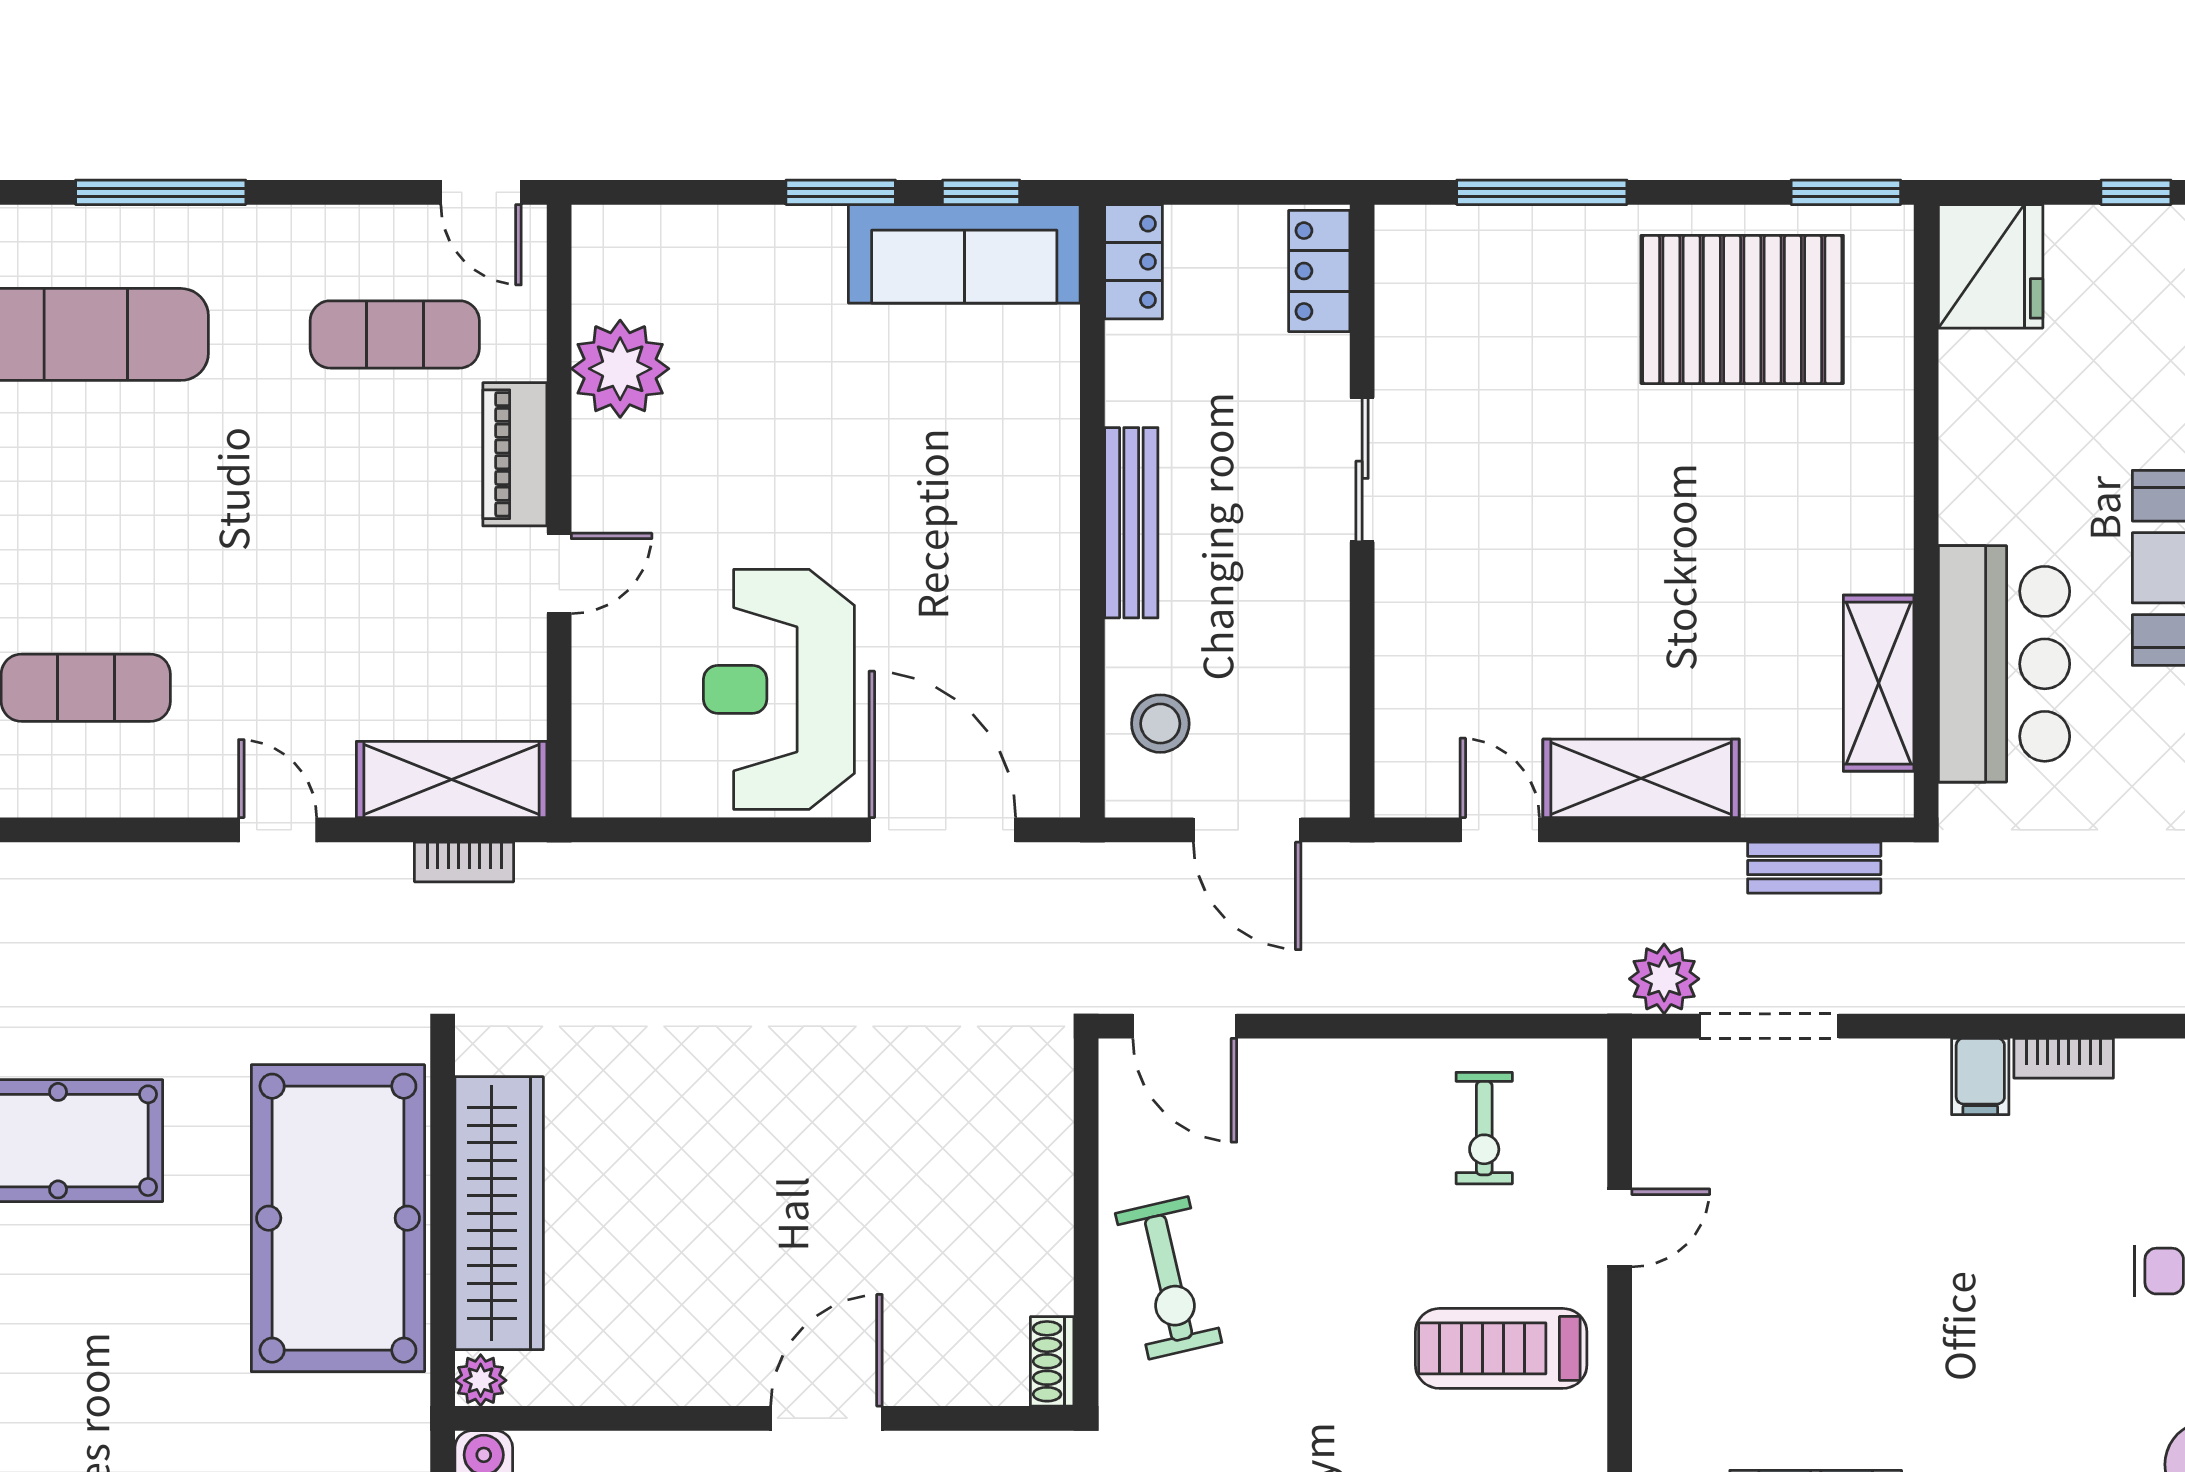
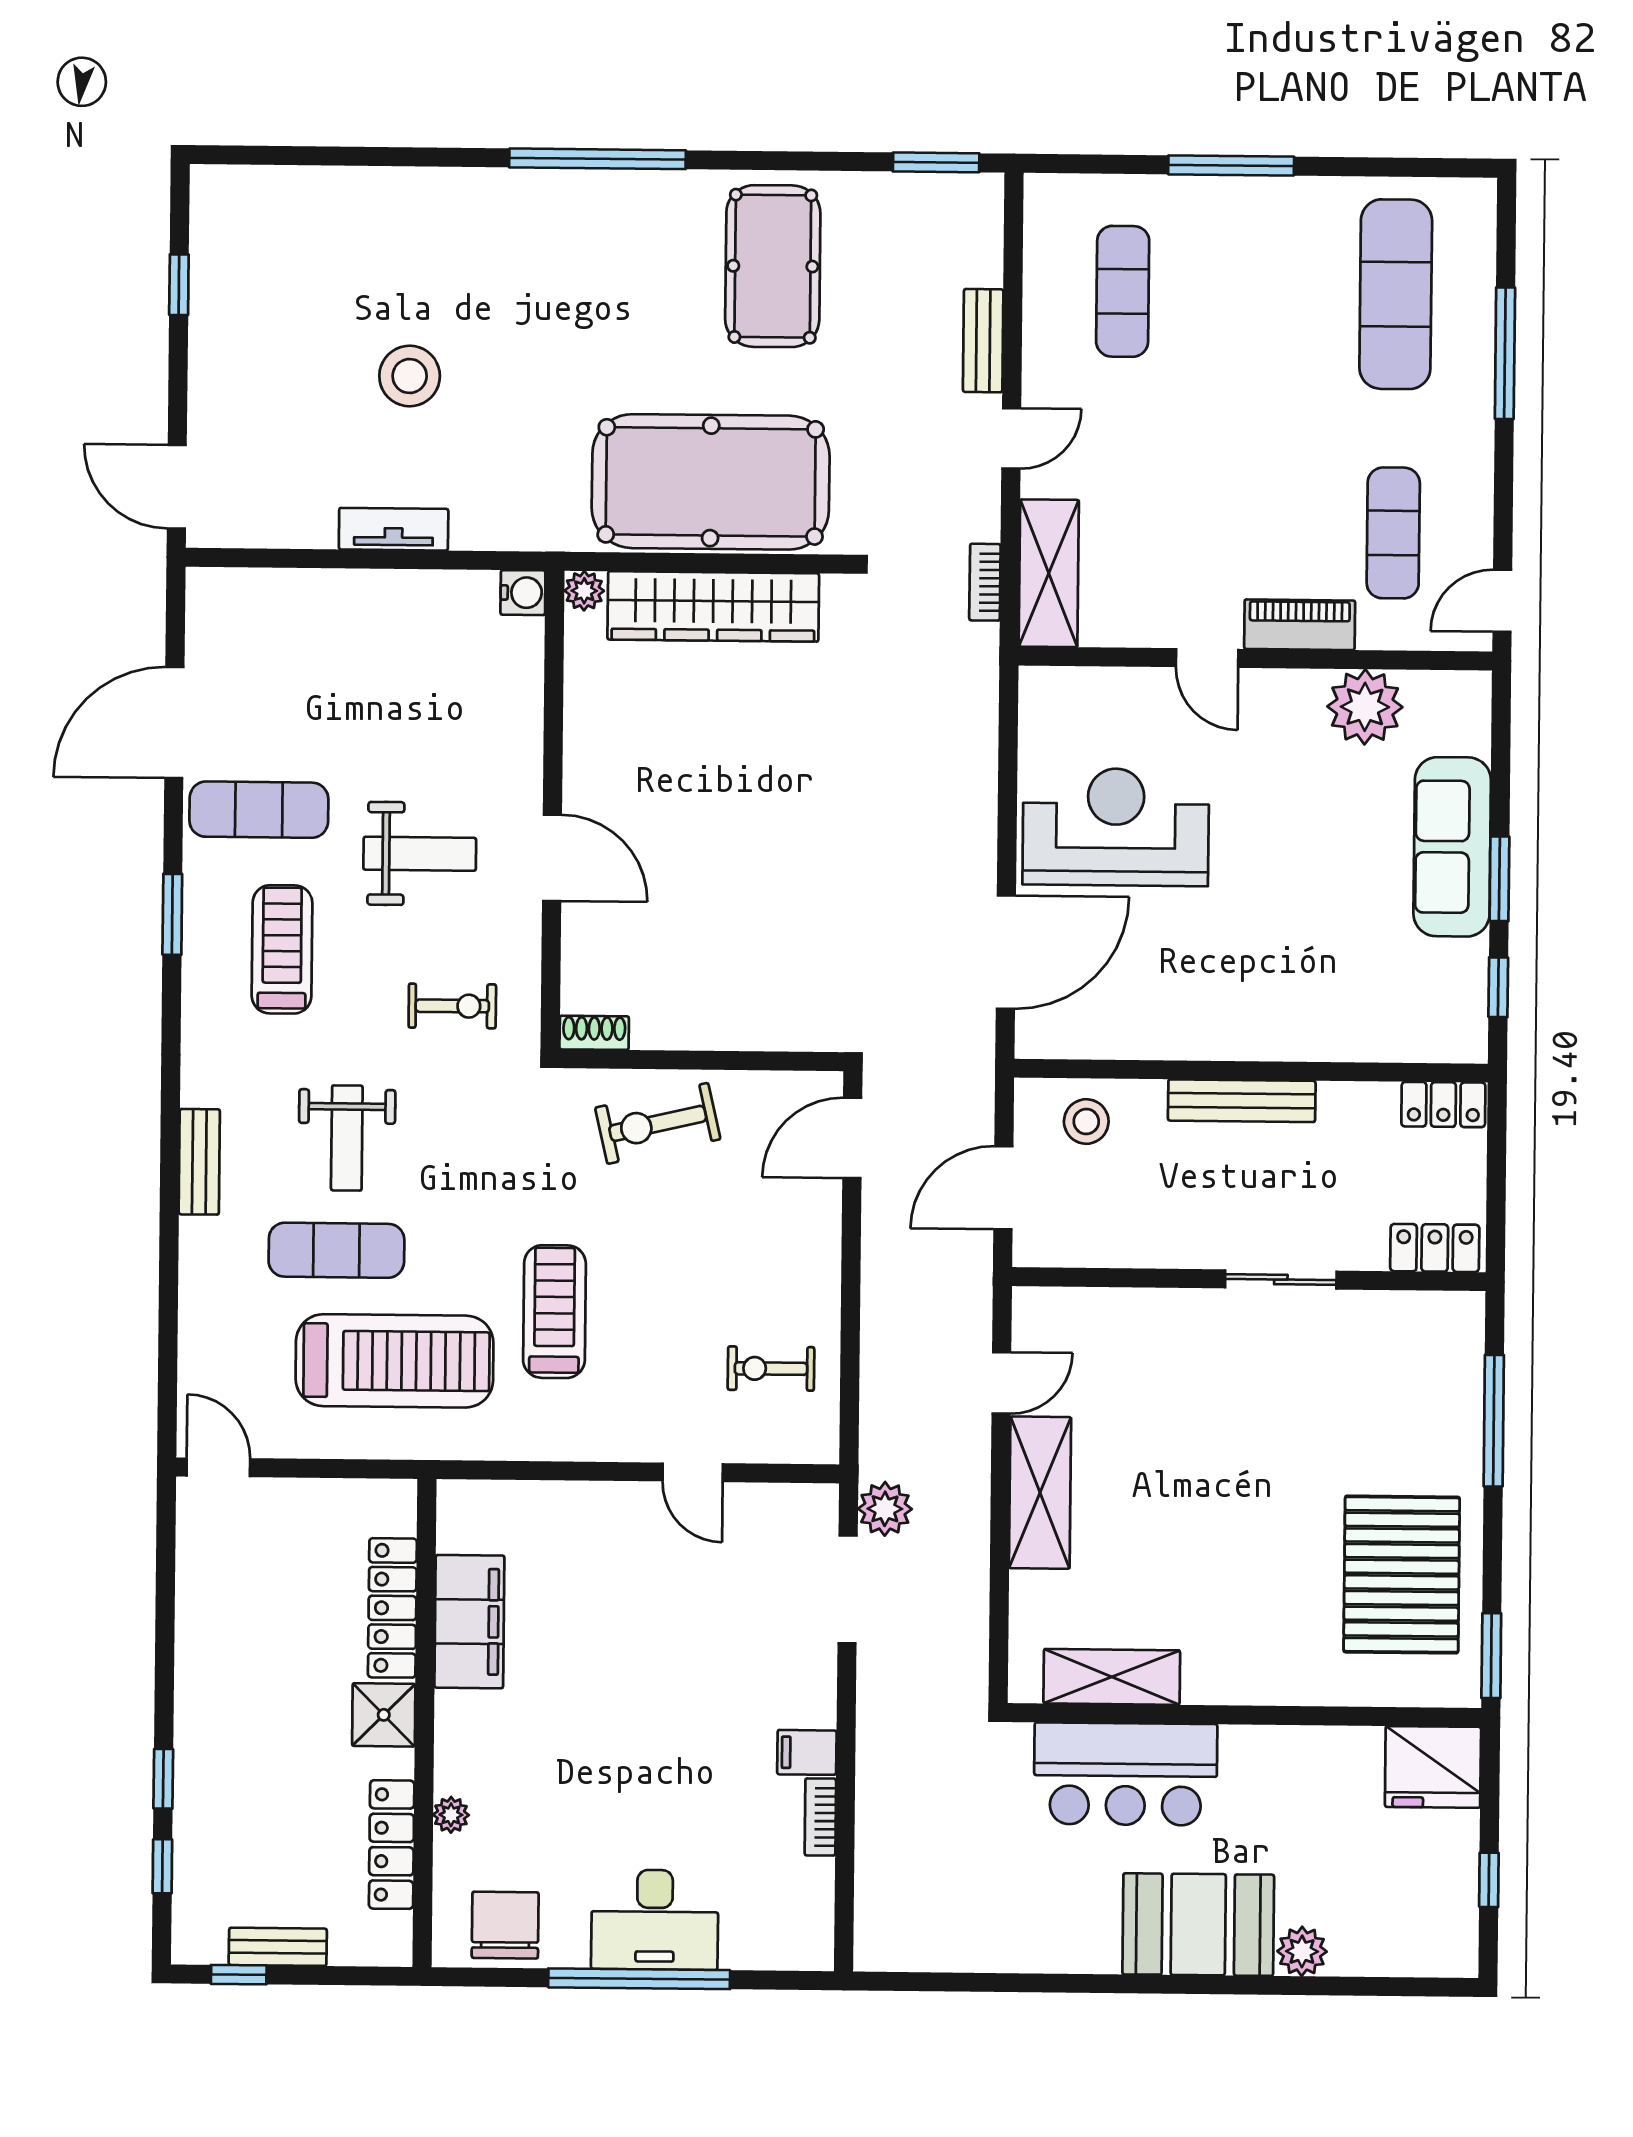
sofa: (964, 254) -> (1452, 847), moved
bench: (1814, 868) -> (983, 341), moved
treadmill: (1501, 1348) -> (554, 1312), moved

